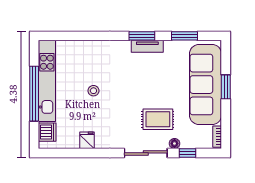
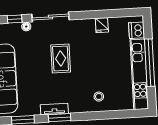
stool: (93, 91) -> (99, 97), moved
rug: (158, 119) -> (61, 59), moved, turned 90

